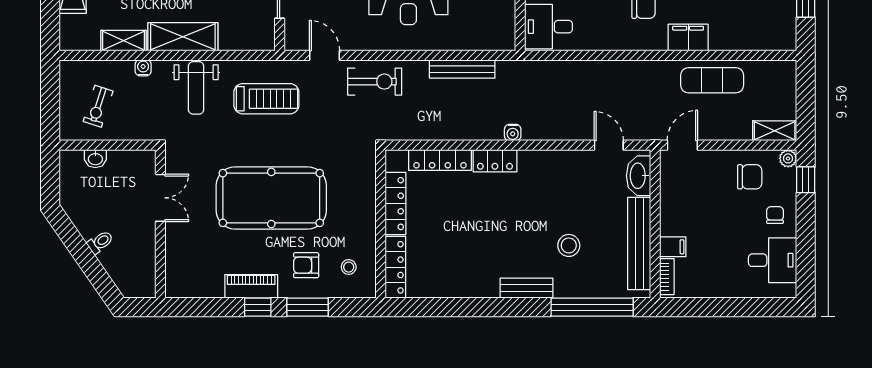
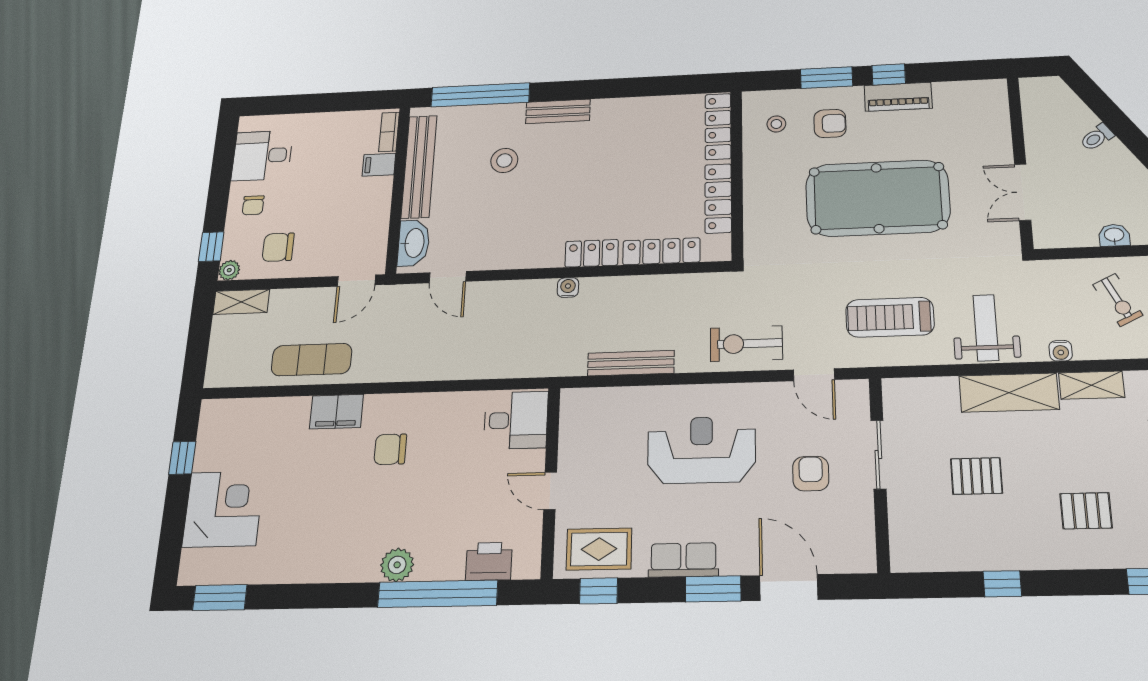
exercise bike: (98, 106) -> (1118, 300), turned 136

